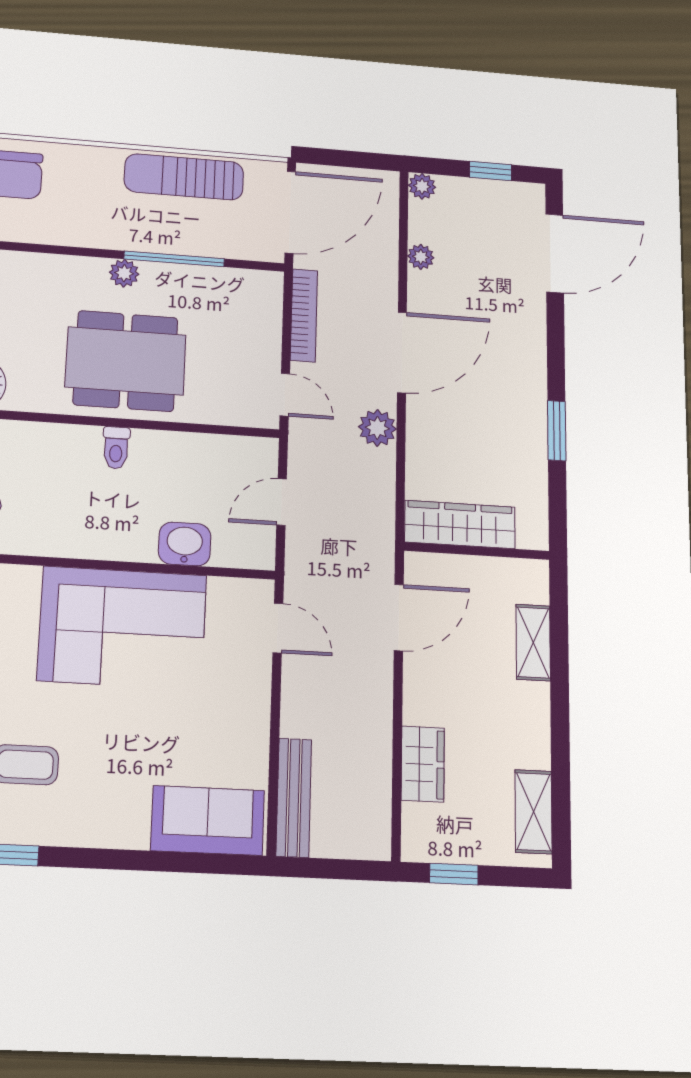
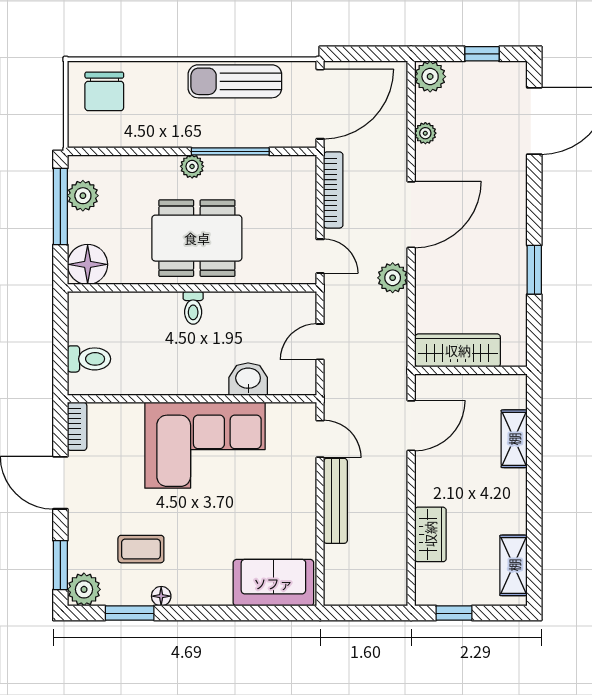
plant: (422, 186) -> (430, 77), width x1.38, depth x1.38
bench: (294, 798) -> (335, 501), moved
floor lamp: (50, 832) -> (161, 596), added

